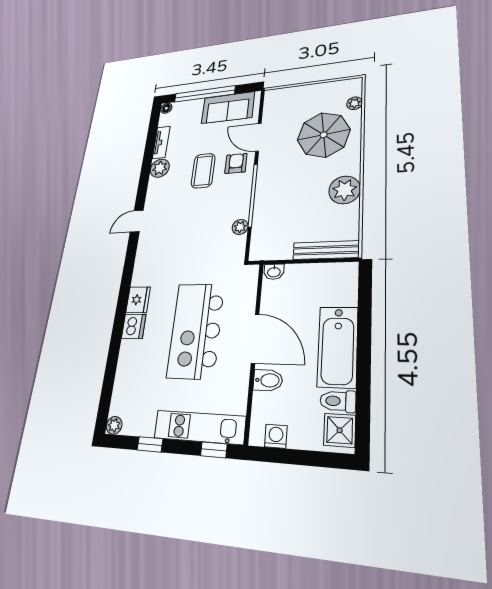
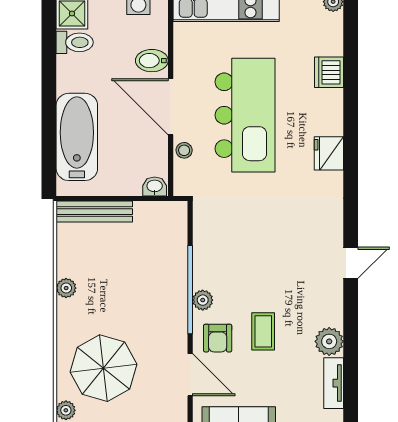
coffee table: (203, 171) -> (263, 331), width x0.73, depth x0.77
plant: (345, 190) -> (66, 288), width x0.53, depth x0.53
plant: (240, 227) -> (203, 300), moved
stool: (247, 301) -> (184, 150), added
dishwasher: (134, 326) -> (329, 72), moved
bathtub: (338, 347) -> (77, 137), moved

